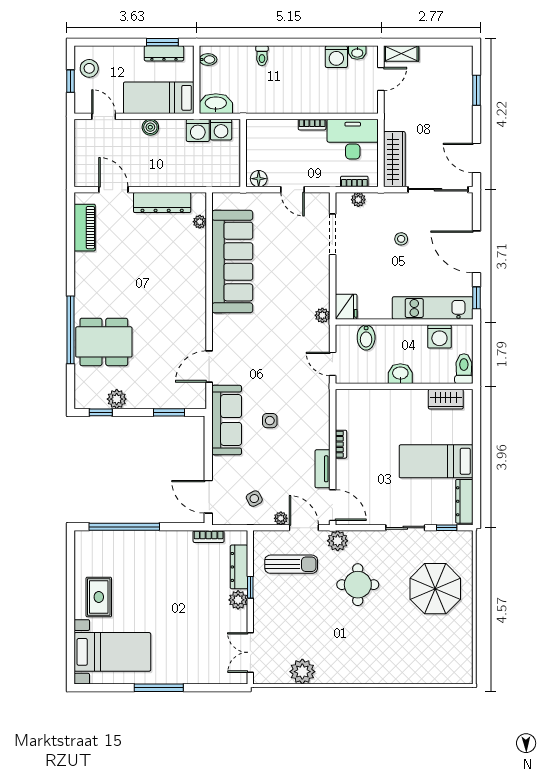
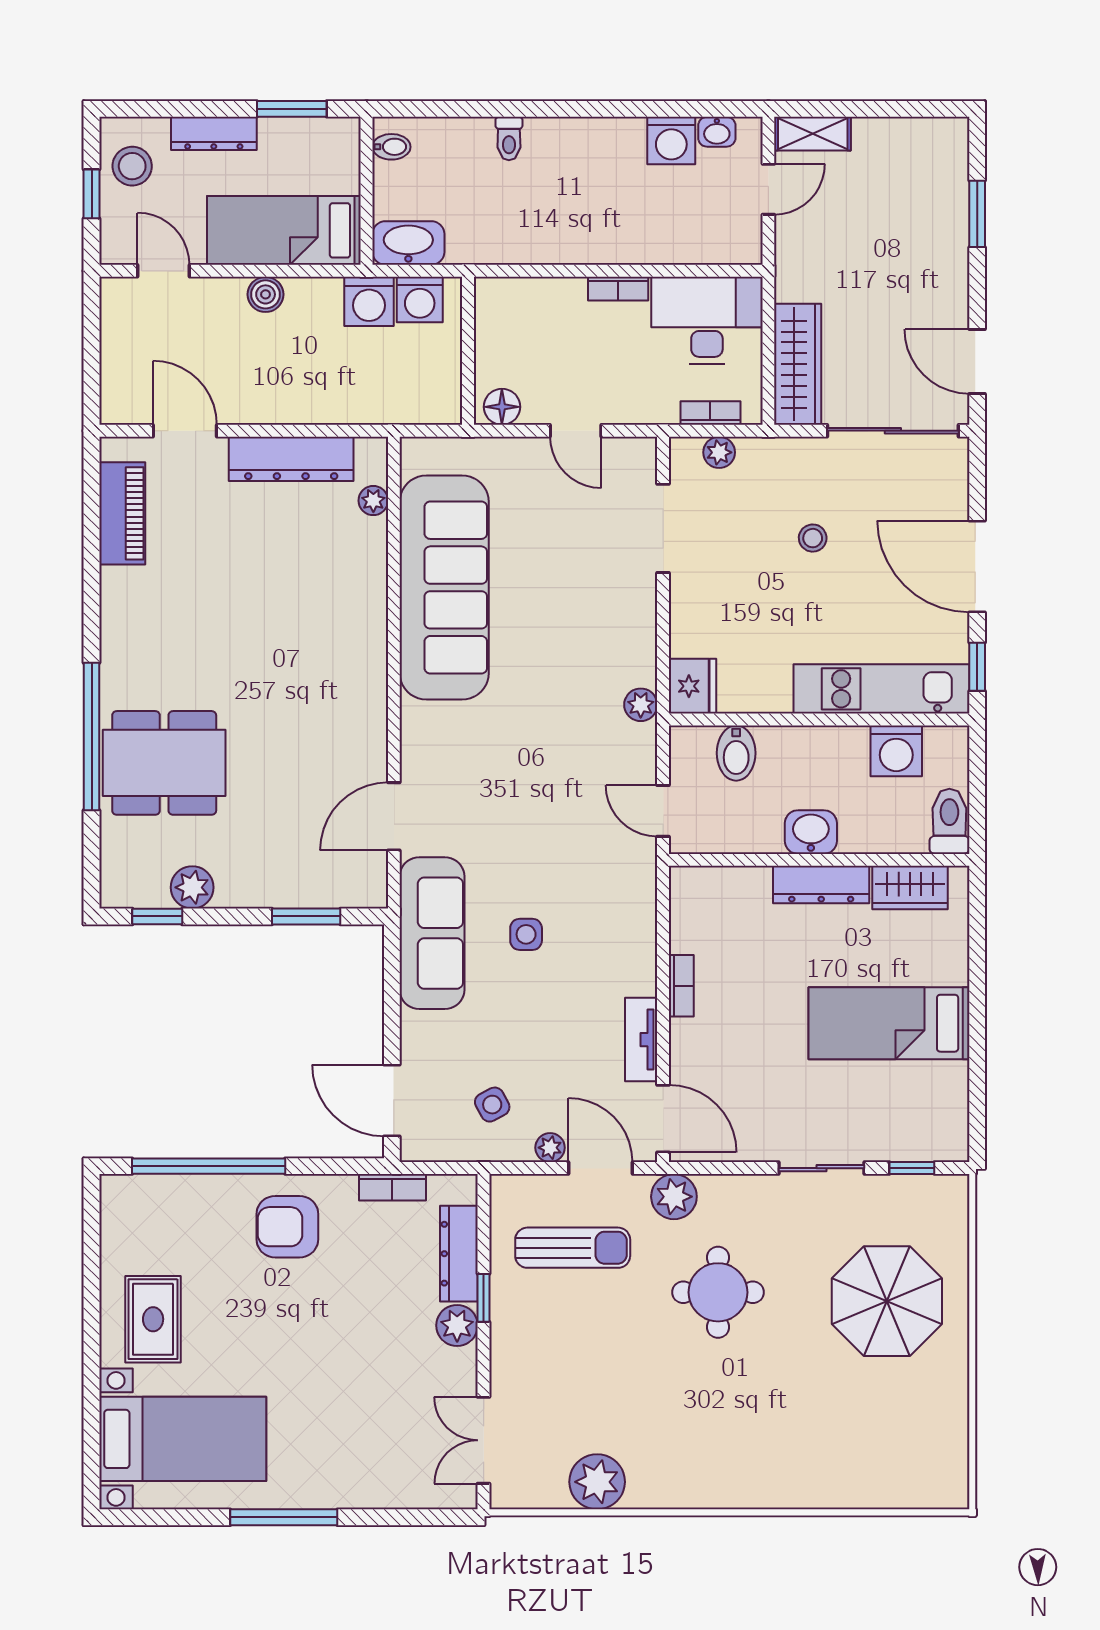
dresser: (164, 53) -> (214, 133), moved
dresser: (464, 501) -> (821, 884), moved, turned -90
armchair: (160, 555) -> (287, 1227), added

